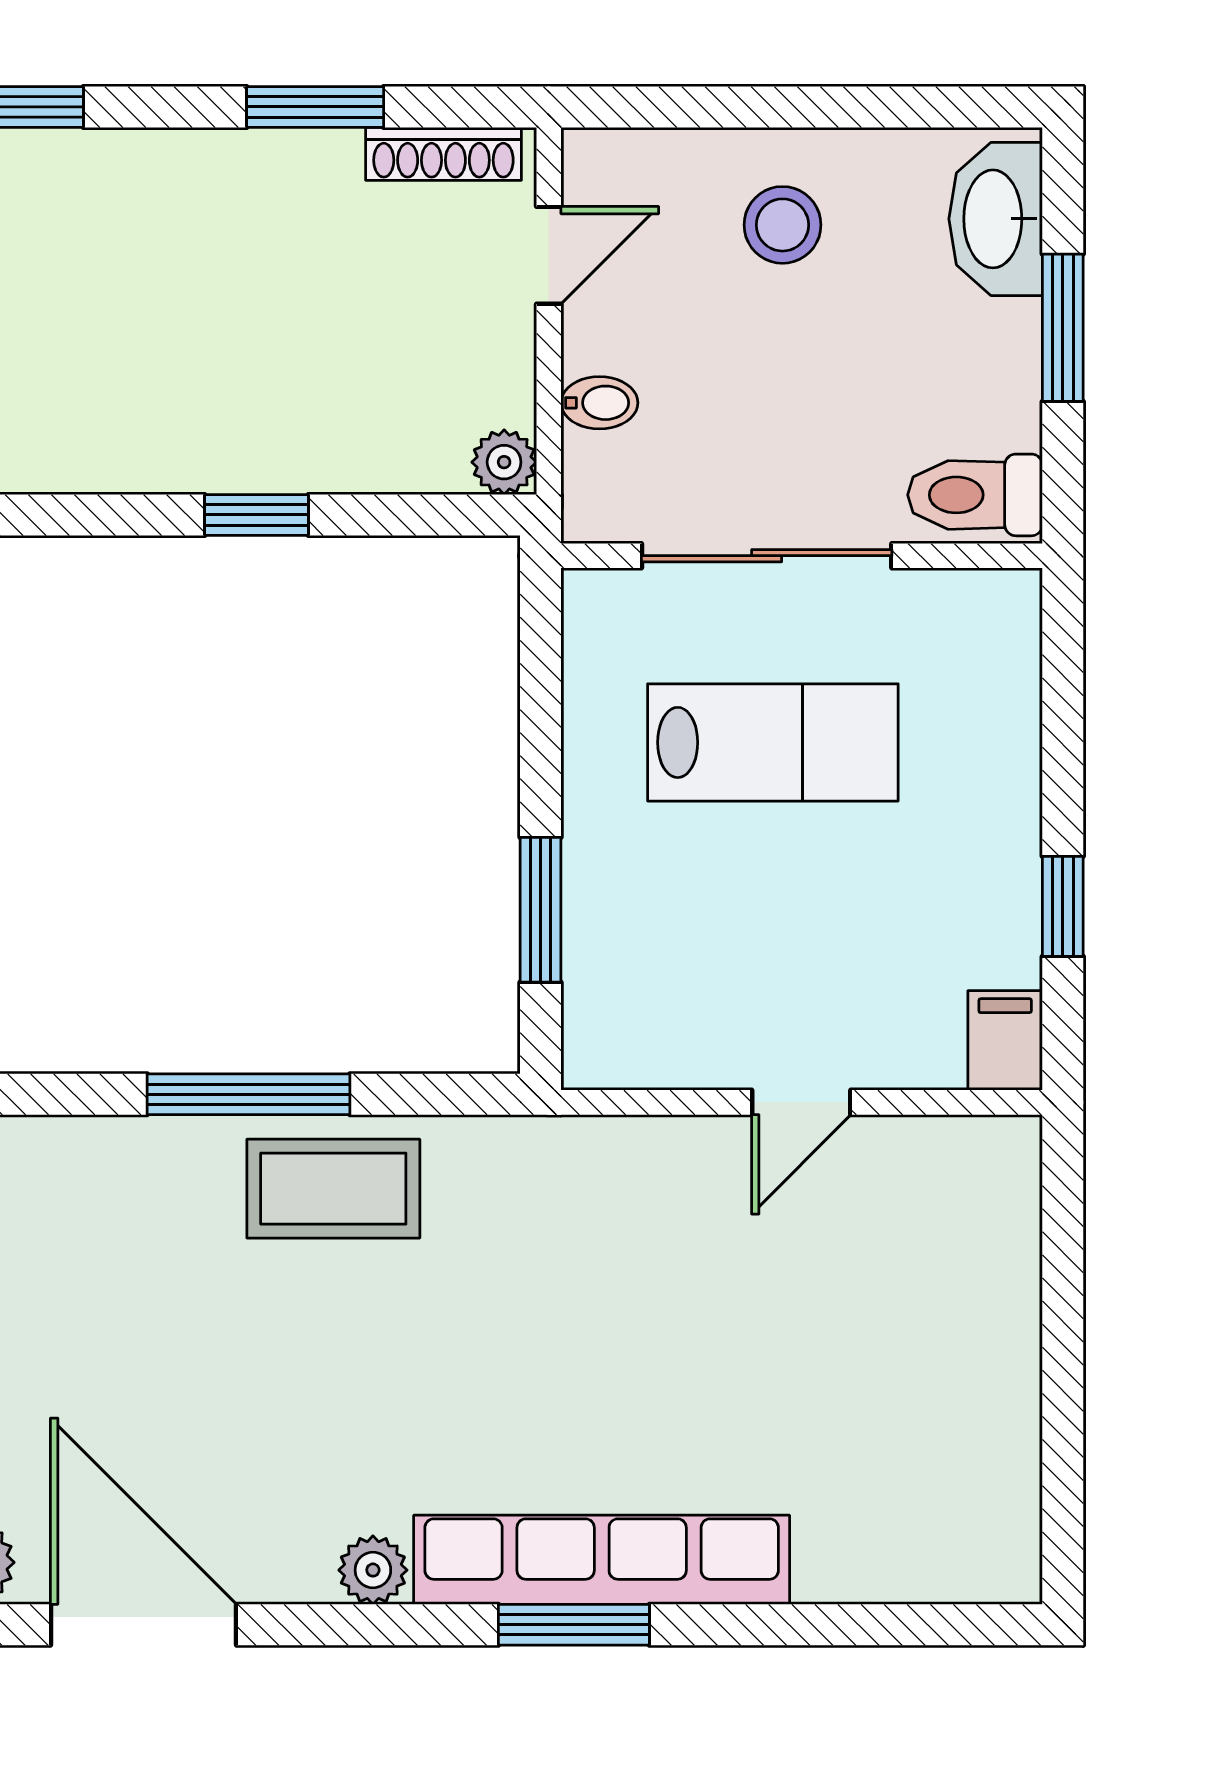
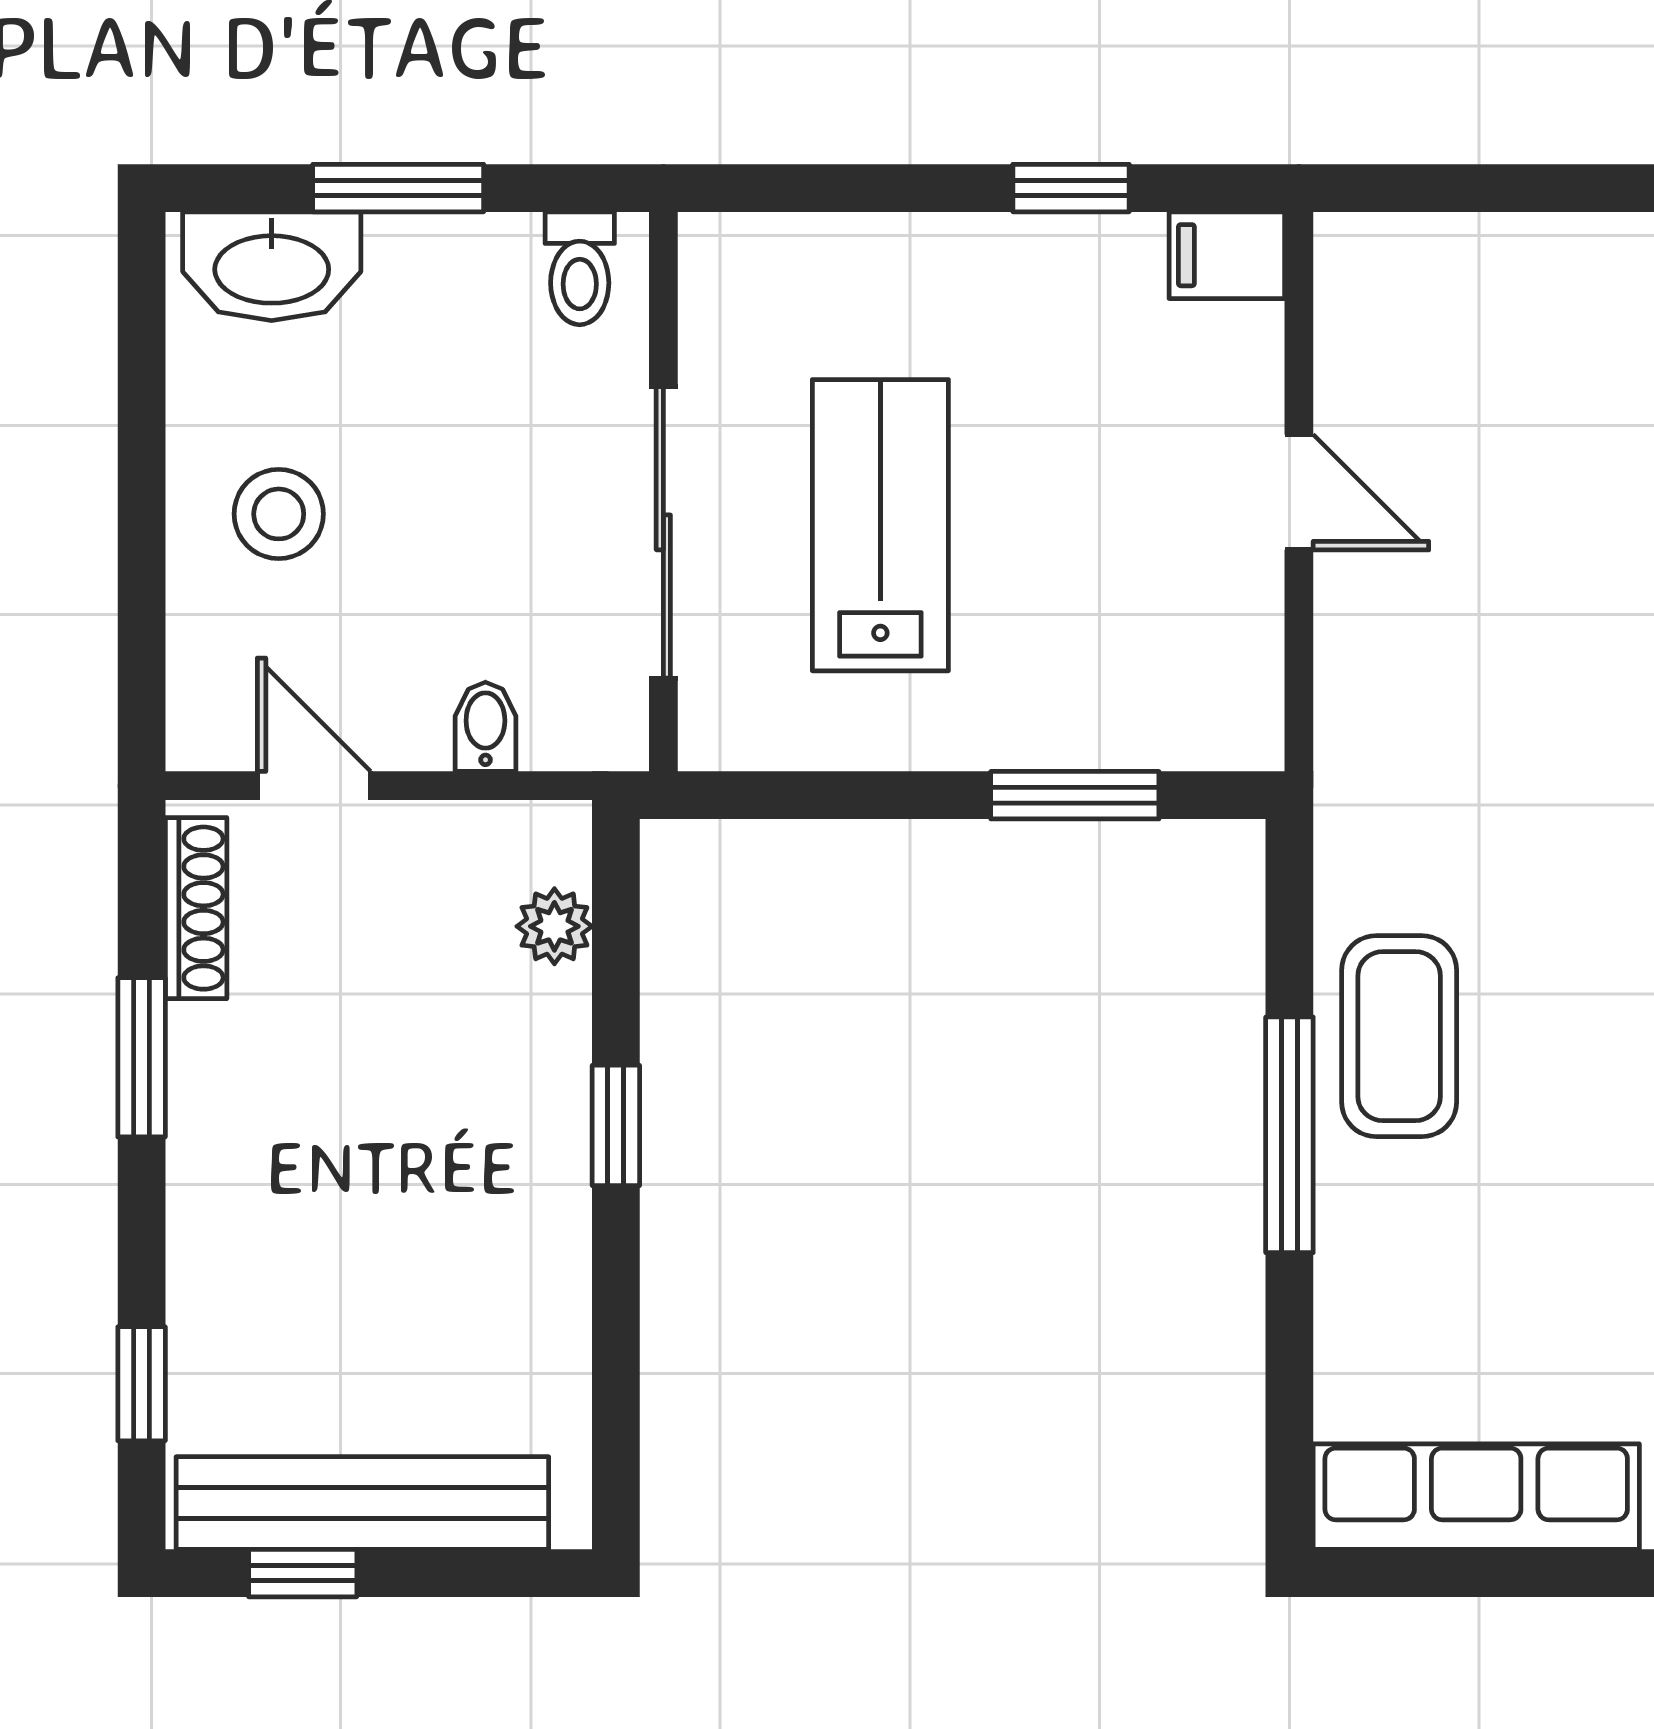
plant: (504, 462) -> (554, 926), moved
toilet: (975, 495) -> (580, 268), width x0.73, depth x0.72

